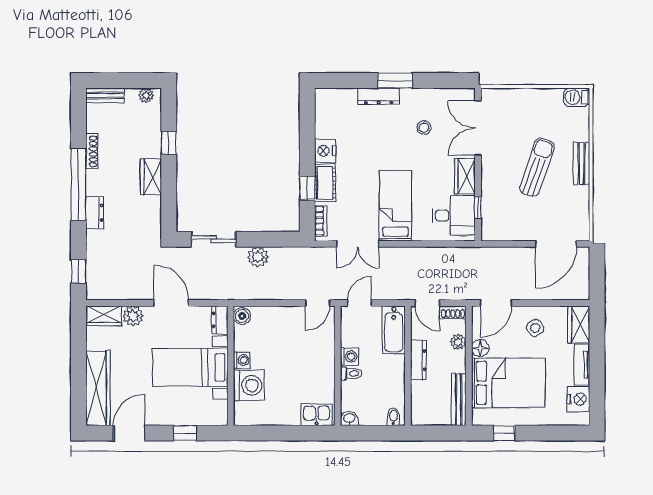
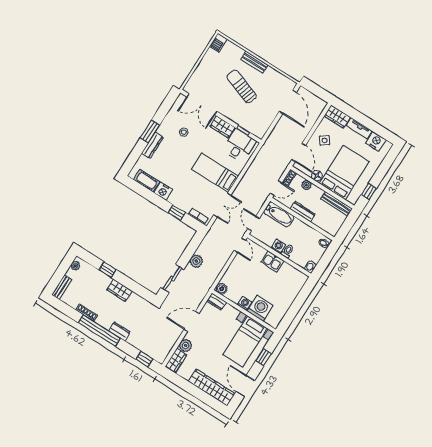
cot: (325, 183) -> (147, 181), moved
bed with nightstands: (190, 367) -> (245, 341), moved
kitchen sink: (317, 415) -> (272, 261), moved, turned -90

